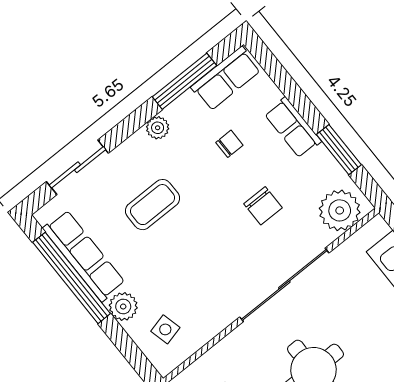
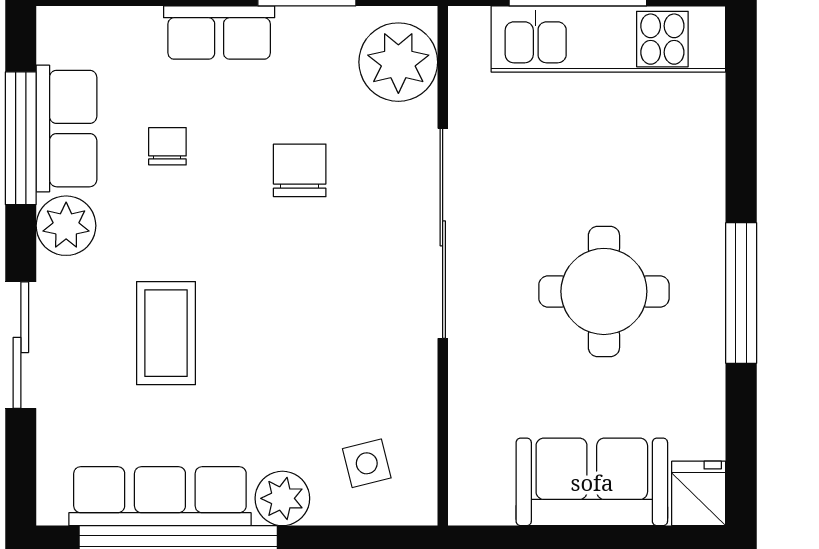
row of seats: (226, 79) -> (67, 129), moved
plant: (158, 128) -> (66, 226), width x1.38, depth x1.38
sliding door: (77, 167) -> (21, 345), moved
chair: (263, 206) -> (300, 170), turned -90

